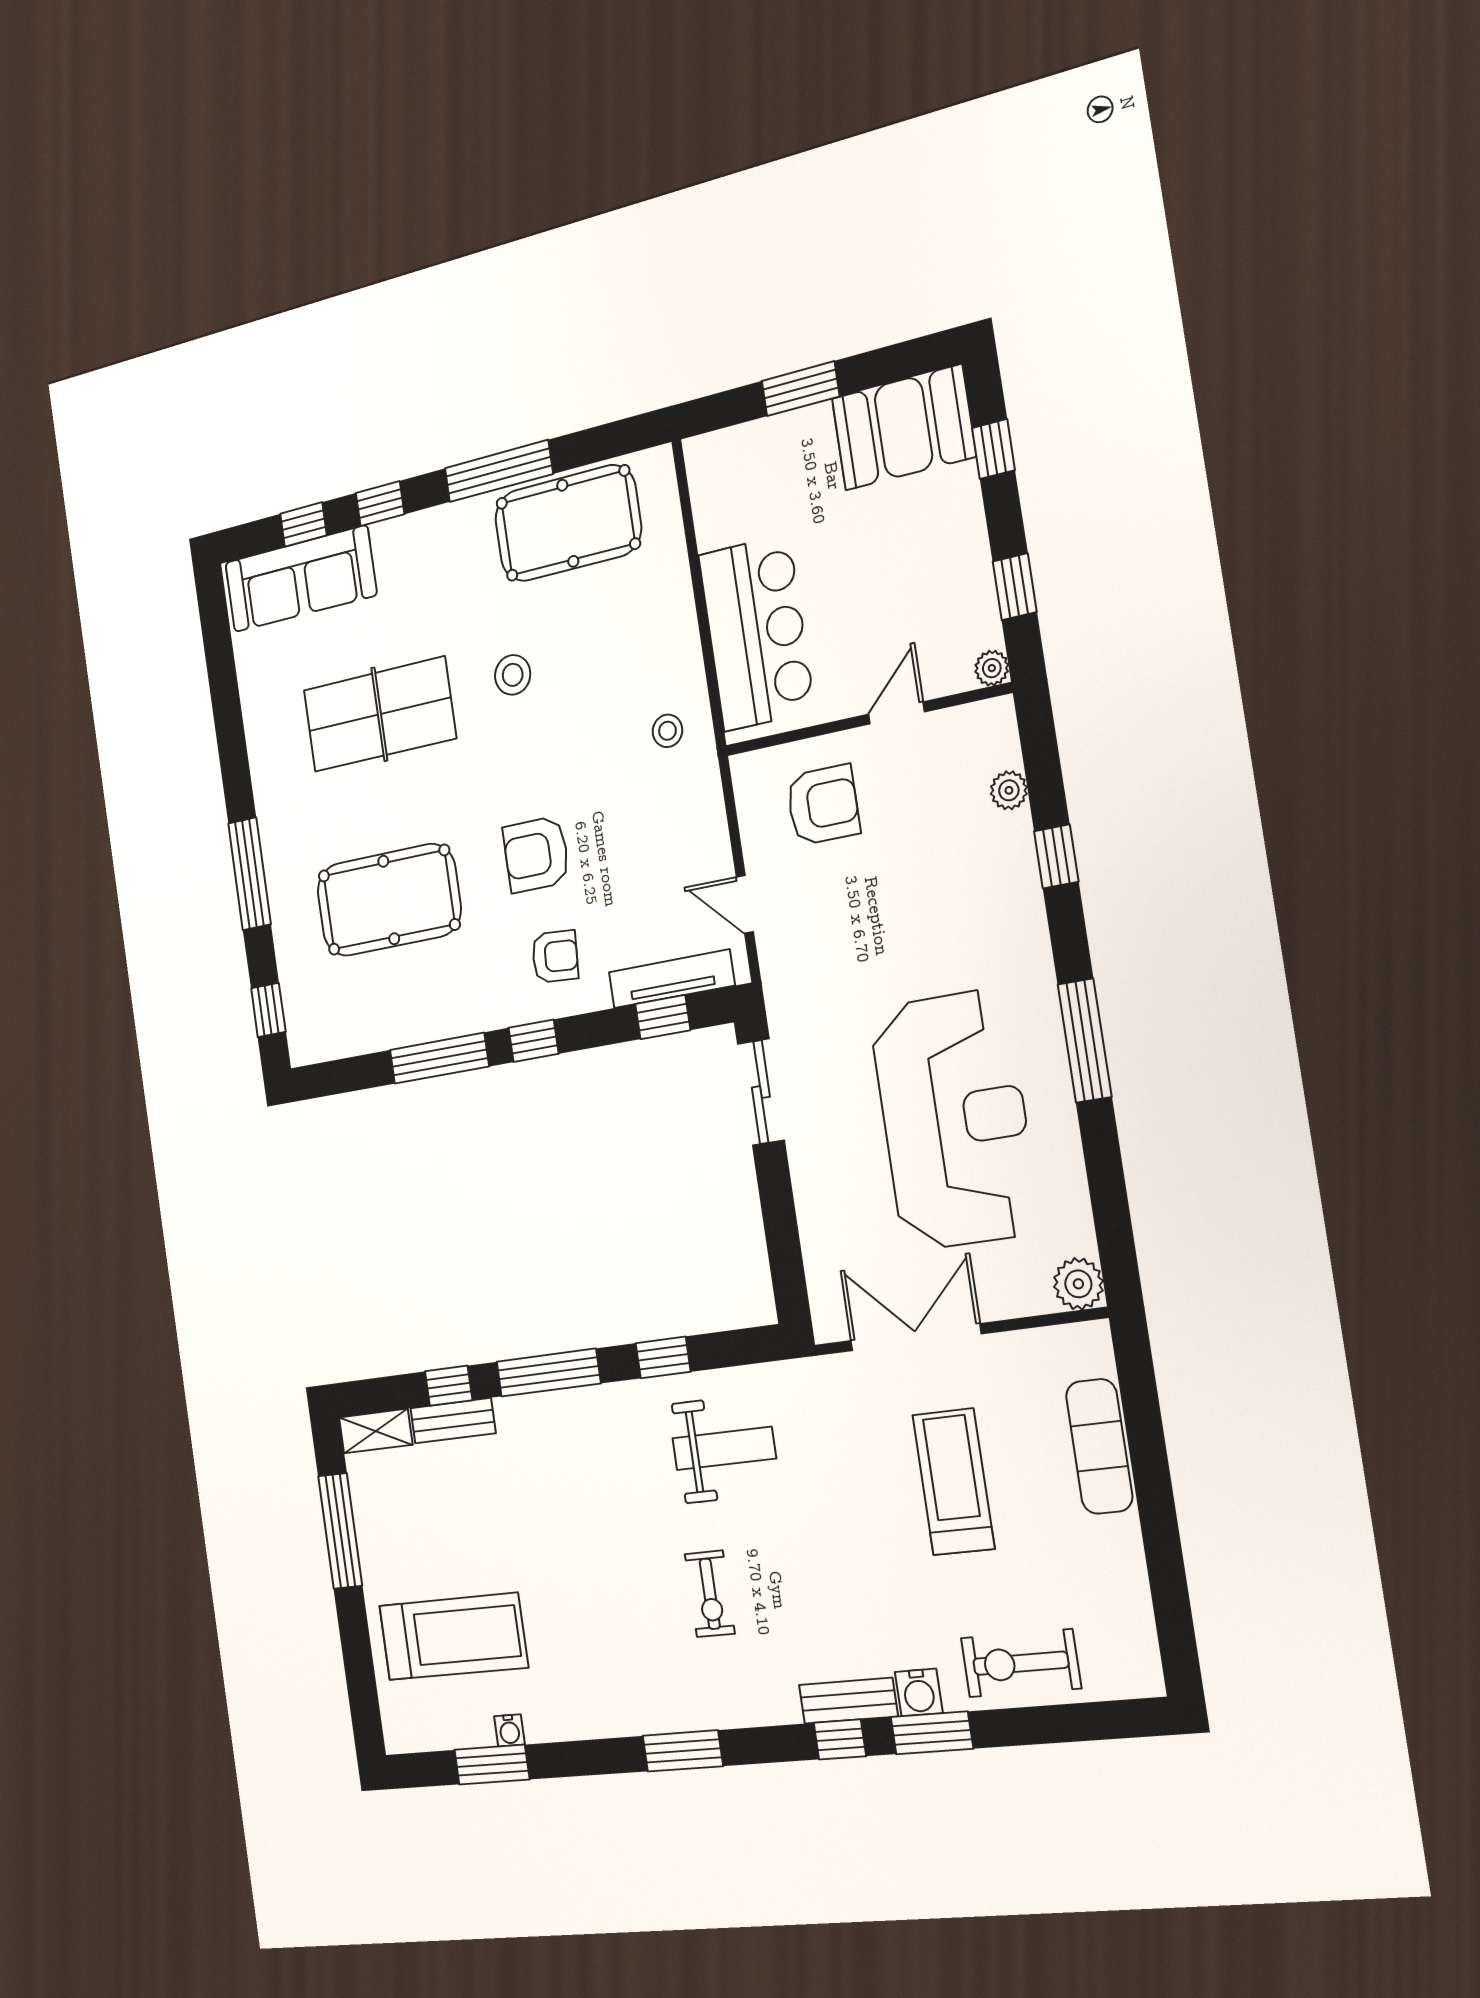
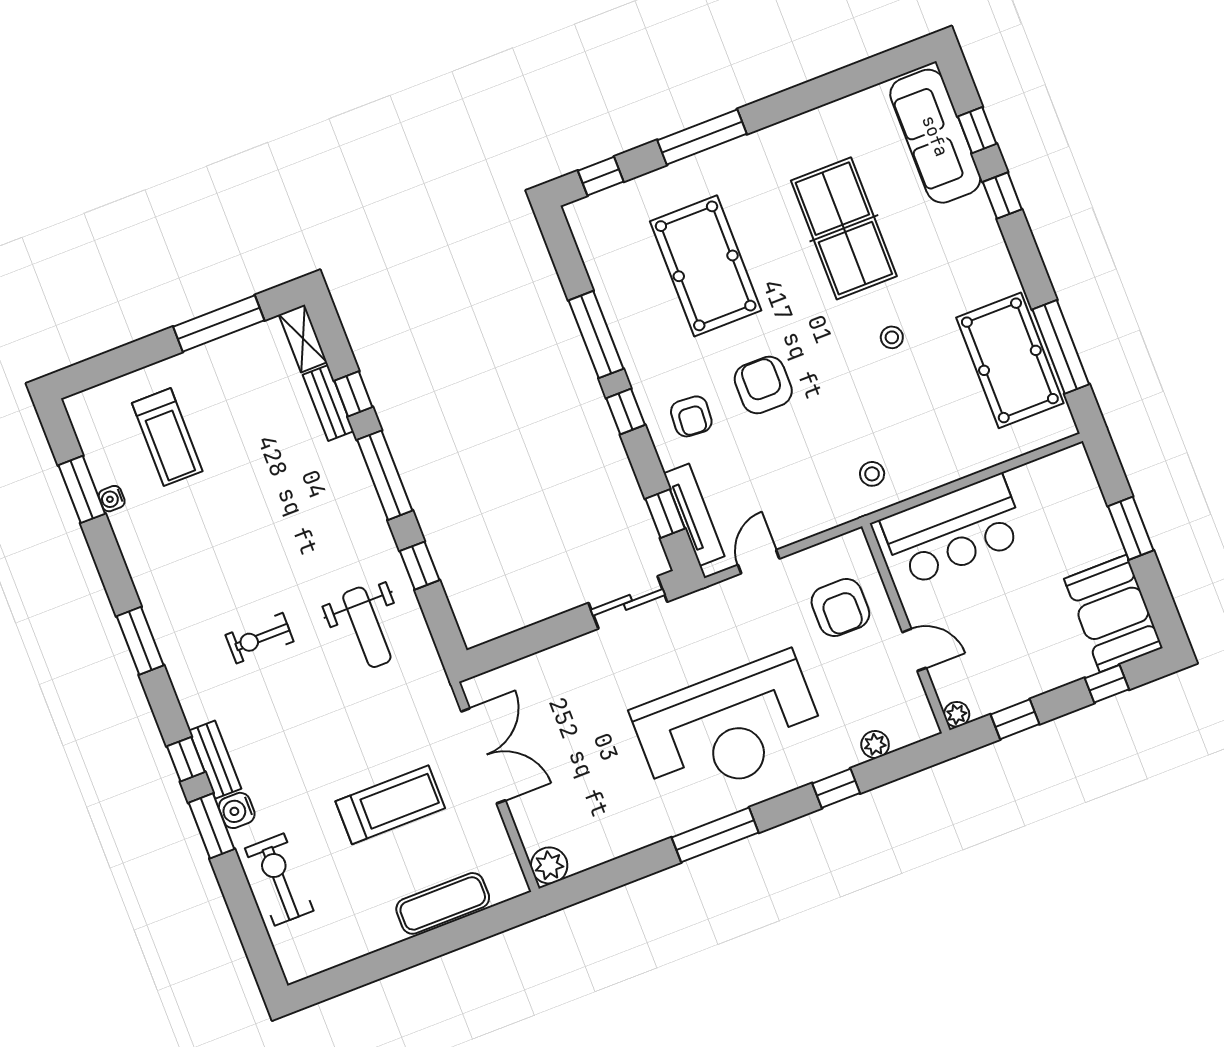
window: (499, 471) -> (1061, 347), moved
stool: (513, 675) -> (892, 337), width x0.73, depth x0.73
reception desk: (954, 1120) -> (729, 728), moved
treadmill: (453, 1636) -> (167, 437), width x0.73, depth x0.73

